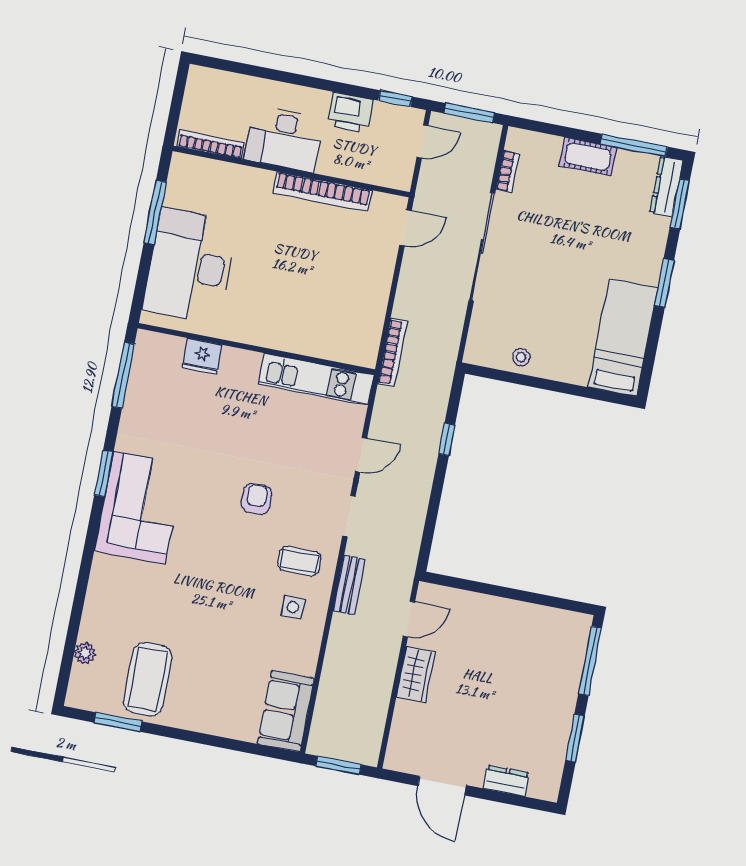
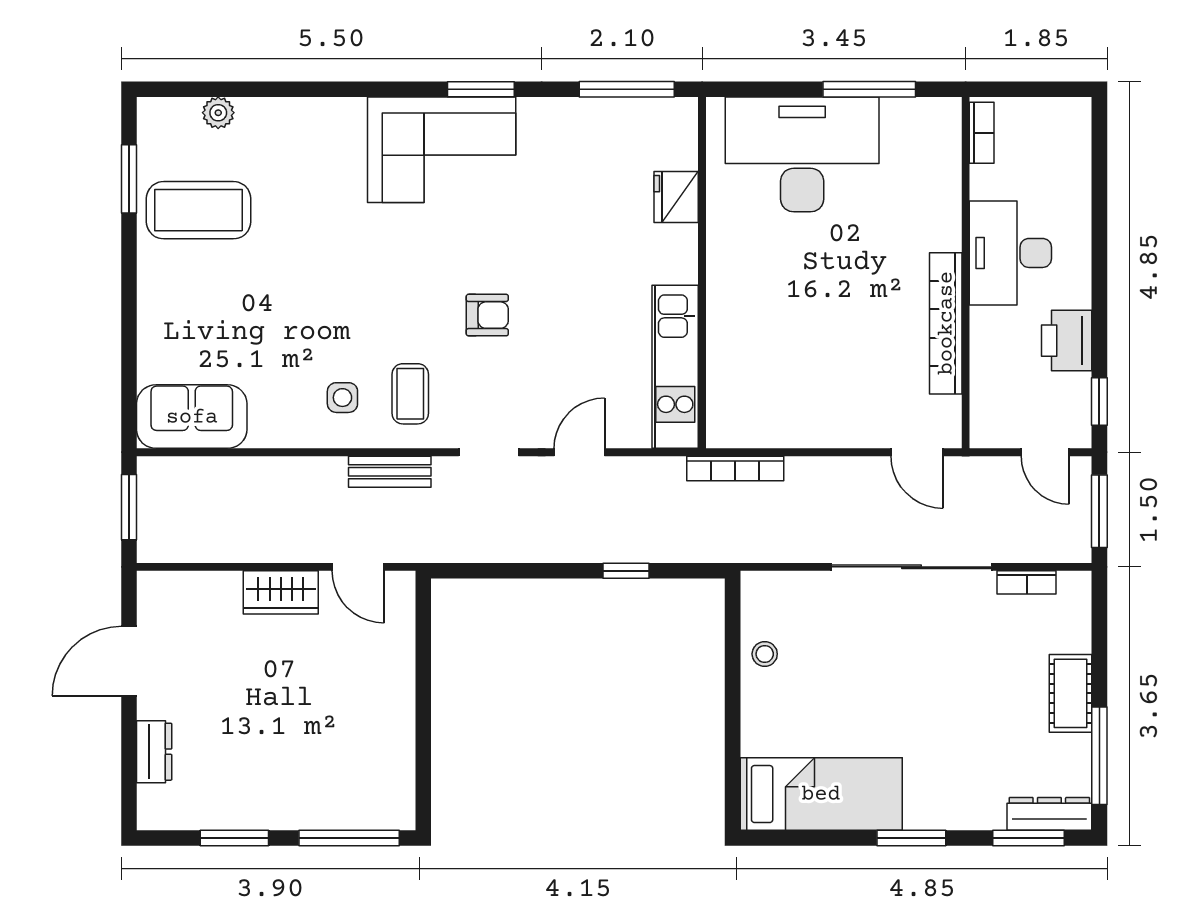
bookcase: (211, 145) -> (982, 133), width x0.64
door: (361, 455) -> (579, 452), swing flipped

